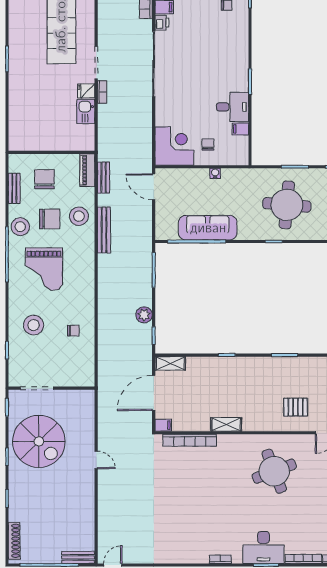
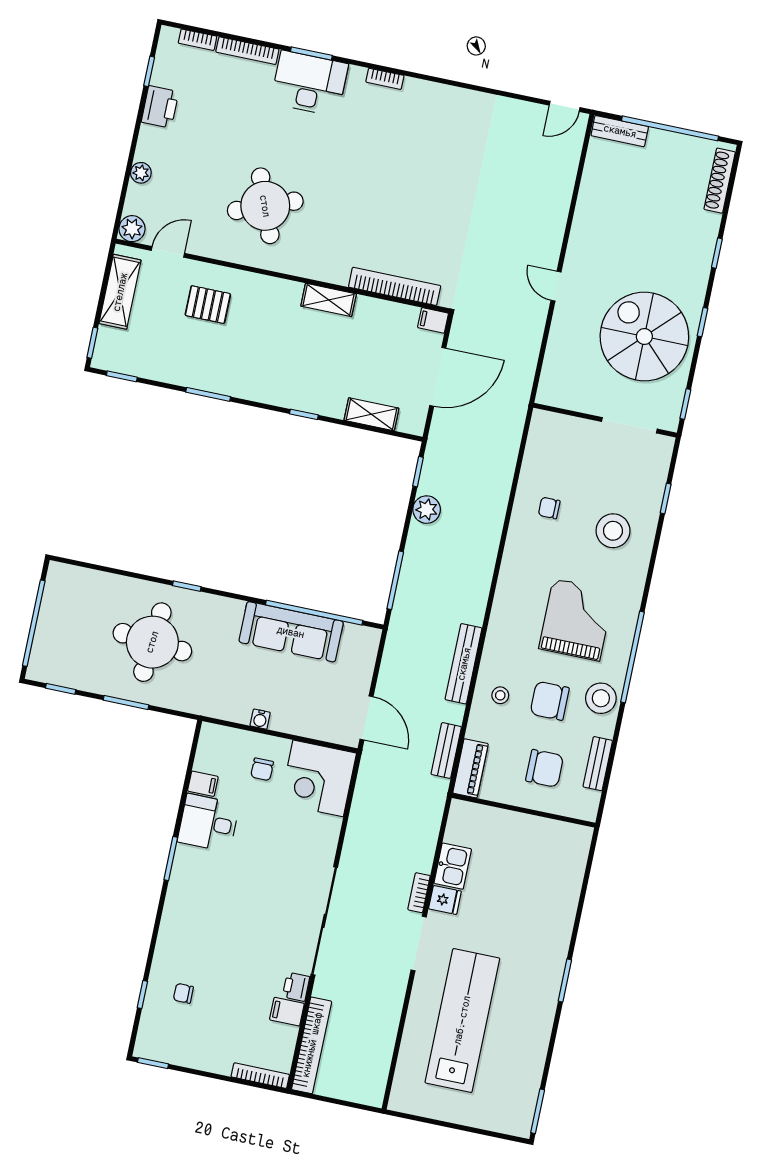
chair: (44, 179) -> (545, 768), turned -90
stool: (79, 216) -> (500, 695), width x0.53, depth x0.53
shelving: (170, 363) -> (371, 414), moved

